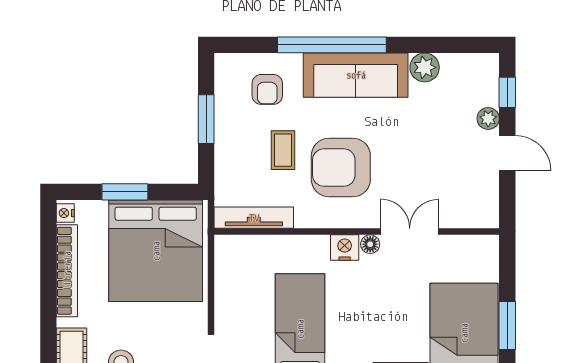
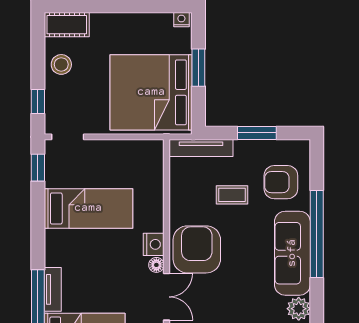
armchair: (267, 89) -> (281, 182), width x1.38, depth x1.38
armchair: (341, 168) -> (197, 249), moved
tv unit: (254, 218) -> (201, 148), moved, turned 90
bookcase: (67, 271) -> (135, 21), removed

